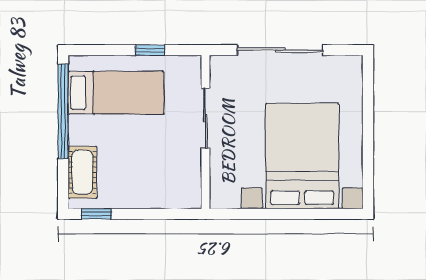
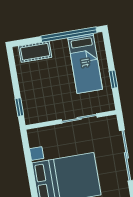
window: (96, 214) -> (19, 107), moved

